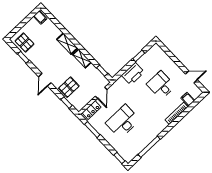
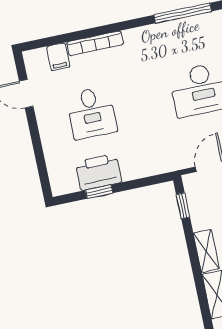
printer: (133, 74) -> (99, 172), moved

